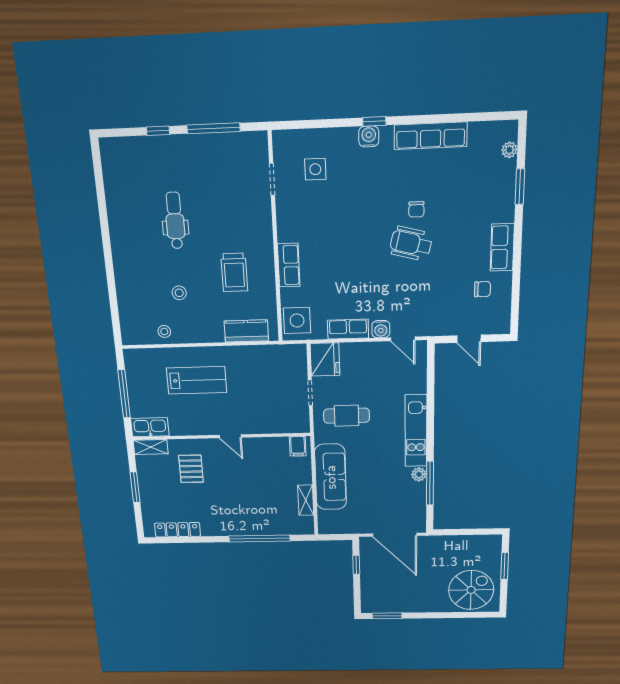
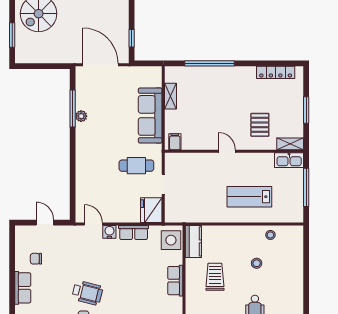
kitchen counter: (246, 331) -> (193, 241), moved, turned -90
kitchen unit: (416, 431) -> (84, 152), removed

